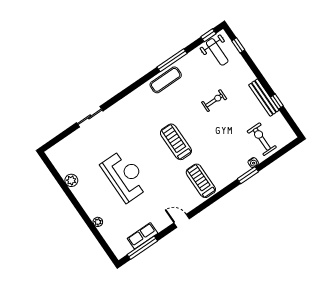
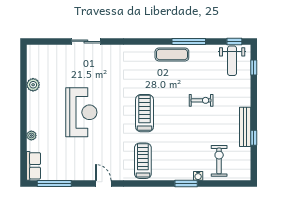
row of seats: (143, 236) -> (34, 166), moved, turned 90

